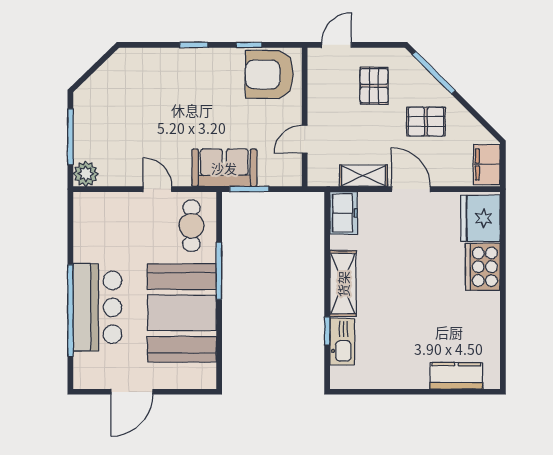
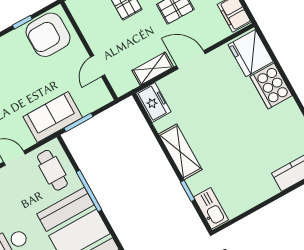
kitchen sink: (342, 342) -> (211, 208), moved

